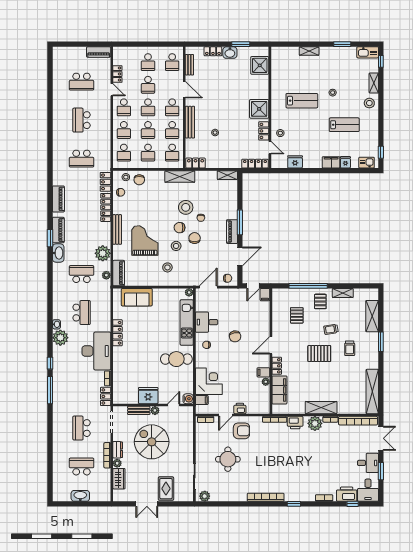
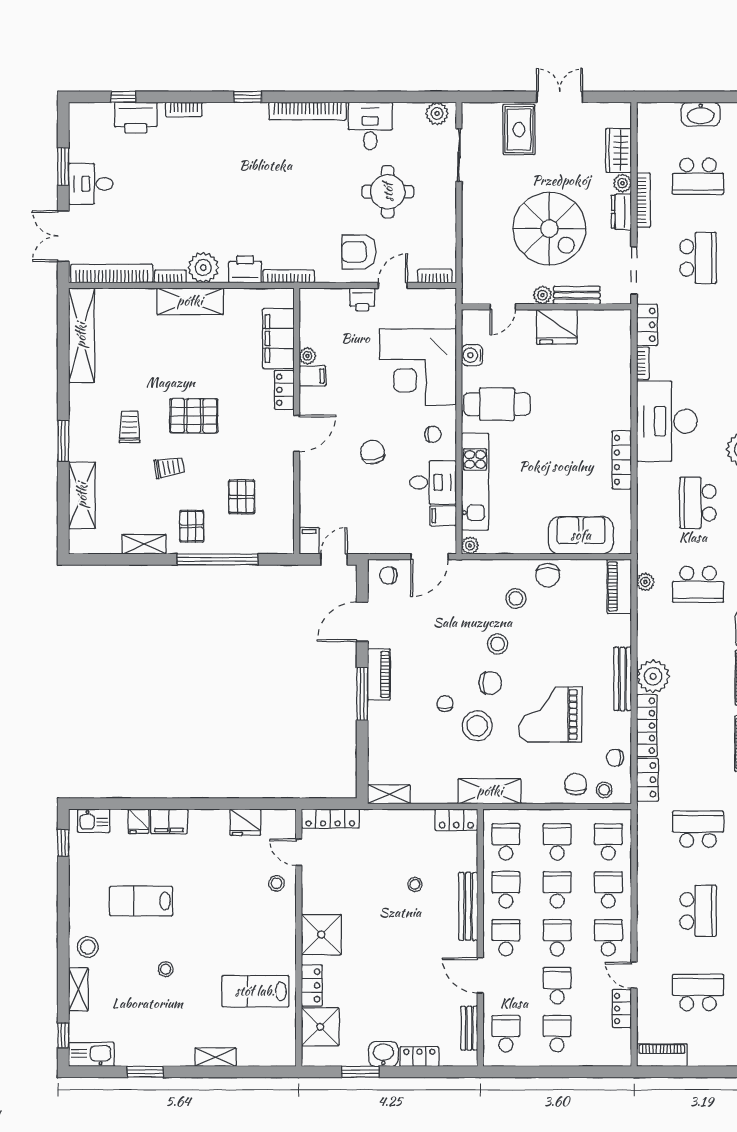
lab bench: (302, 101) -> (255, 991), moved
locker: (264, 131) -> (312, 985), moved
chair: (195, 238) -> (548, 575), moved
grand piano: (145, 241) -> (550, 715), moved, turned 90
plant: (103, 253) -> (653, 676), moved
corner desk: (209, 381) -> (418, 367), width x1.36, depth x1.36
water cooler: (188, 399) -> (472, 355), moved
filing cabinet: (202, 400) -> (443, 516), moved
desk: (368, 490) -> (370, 126), moved

